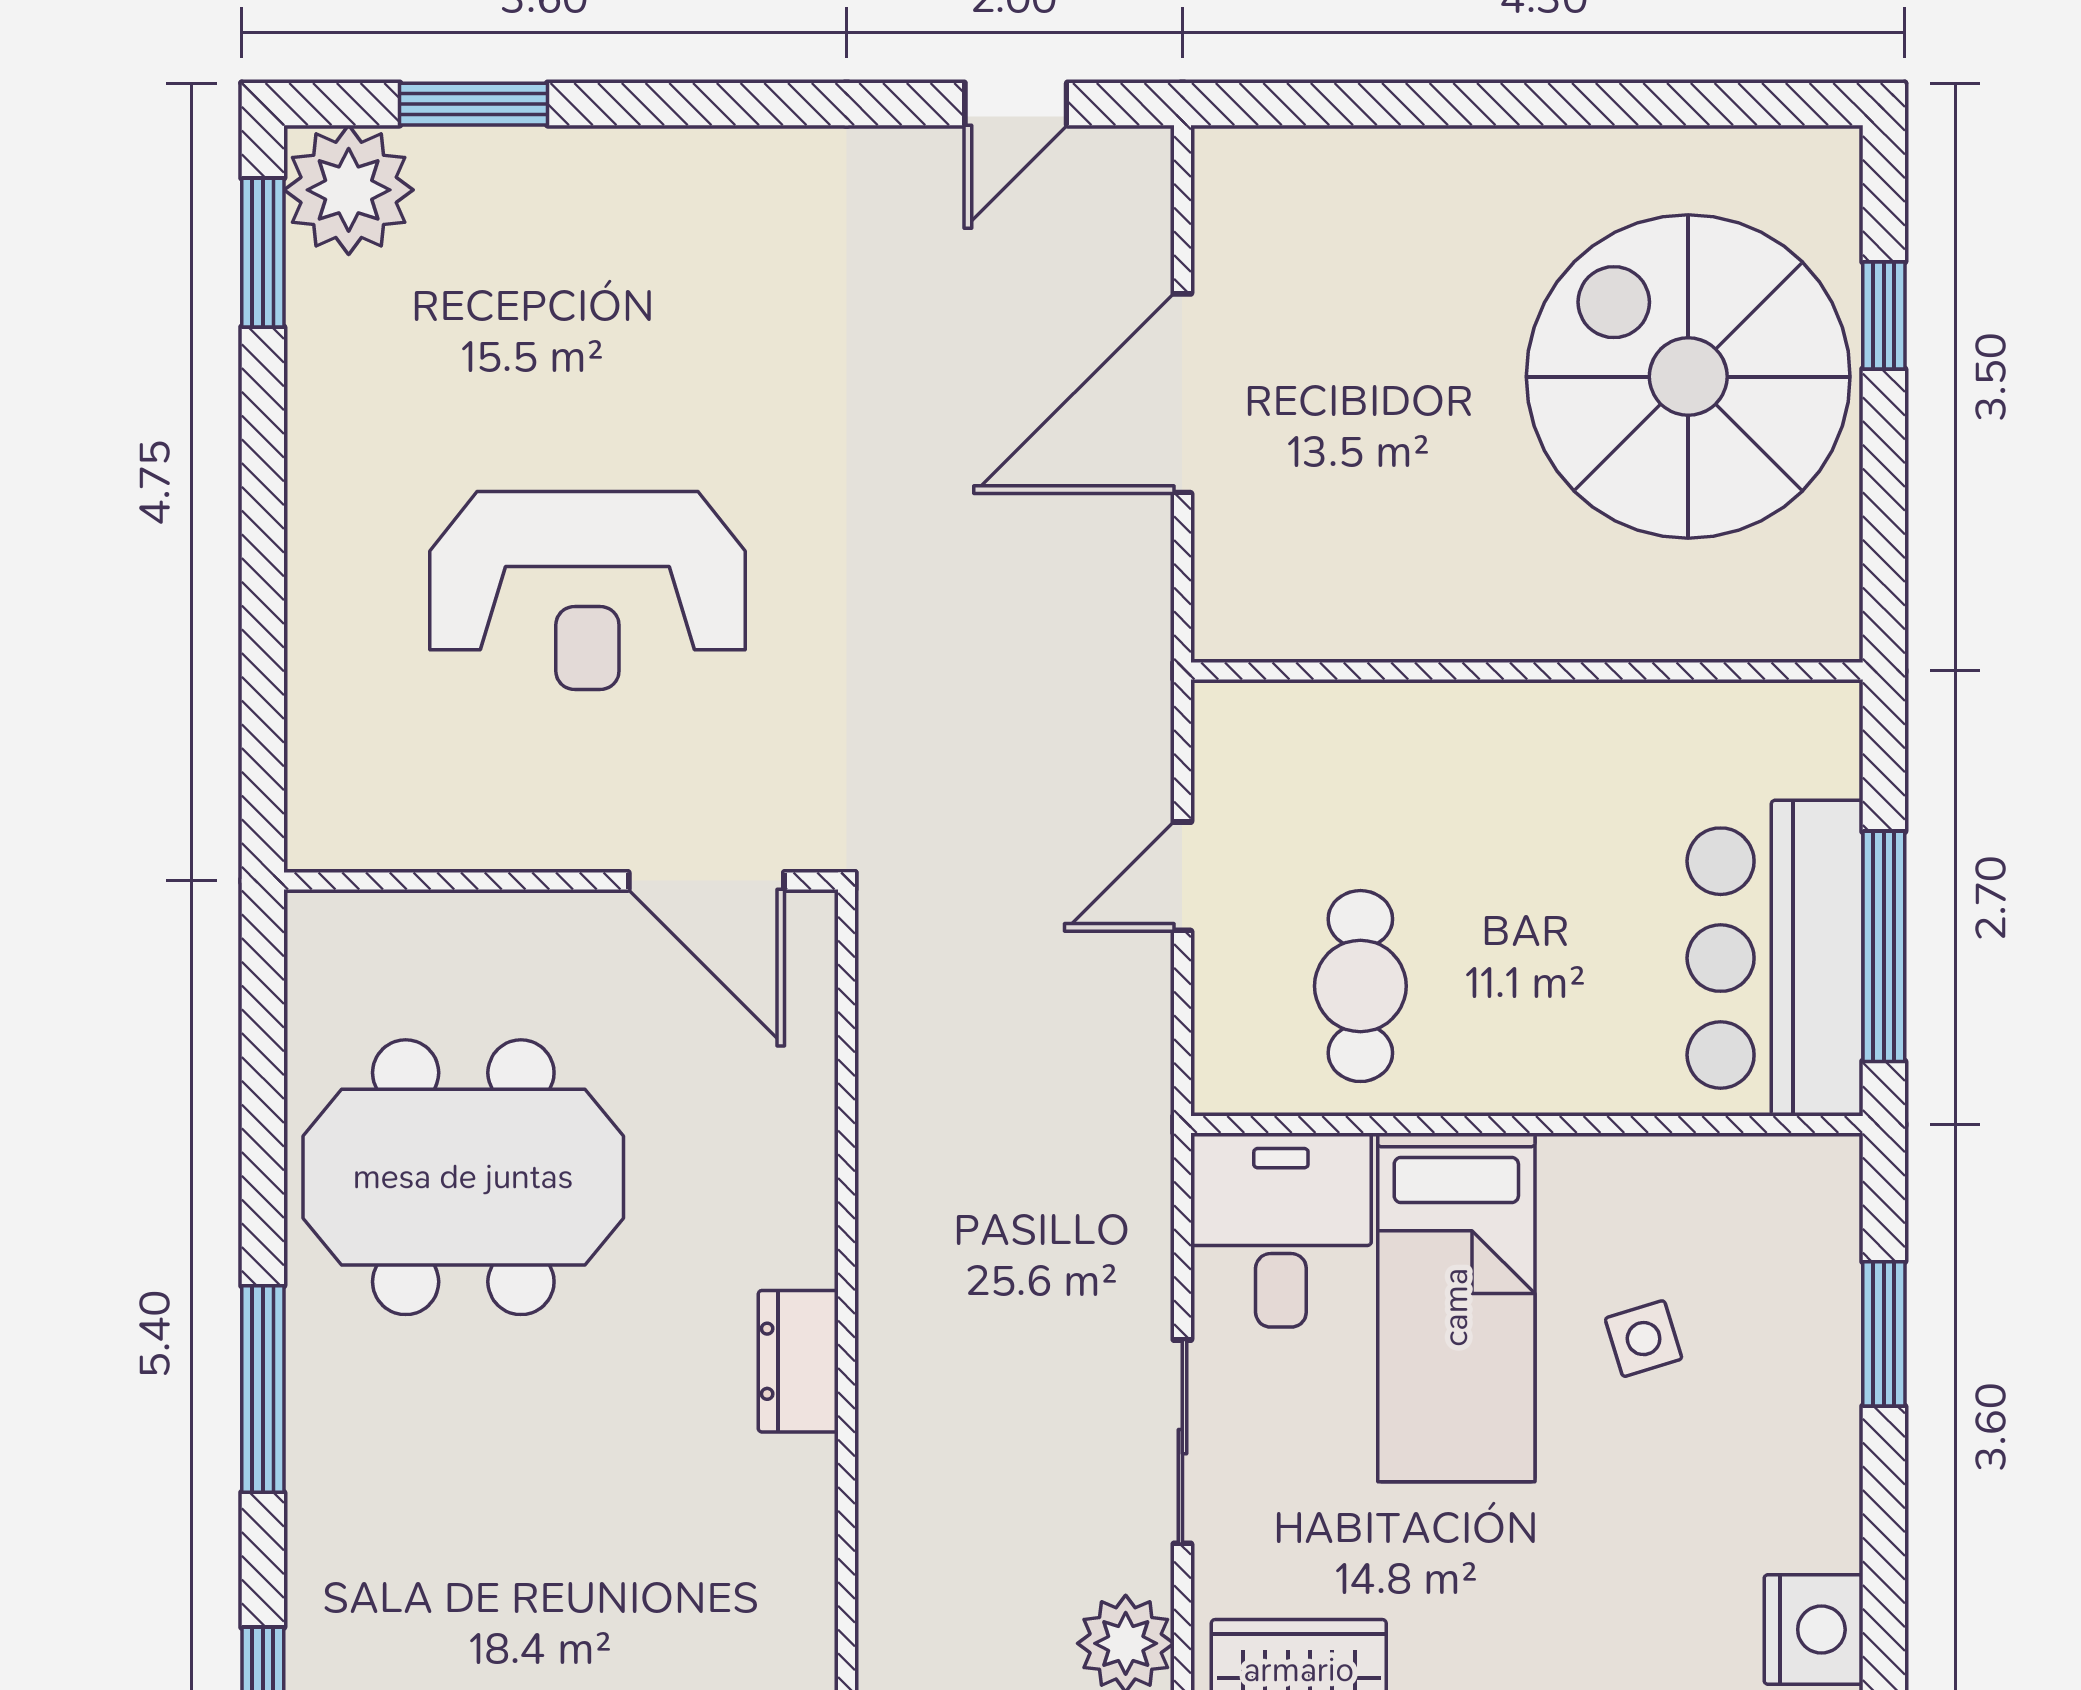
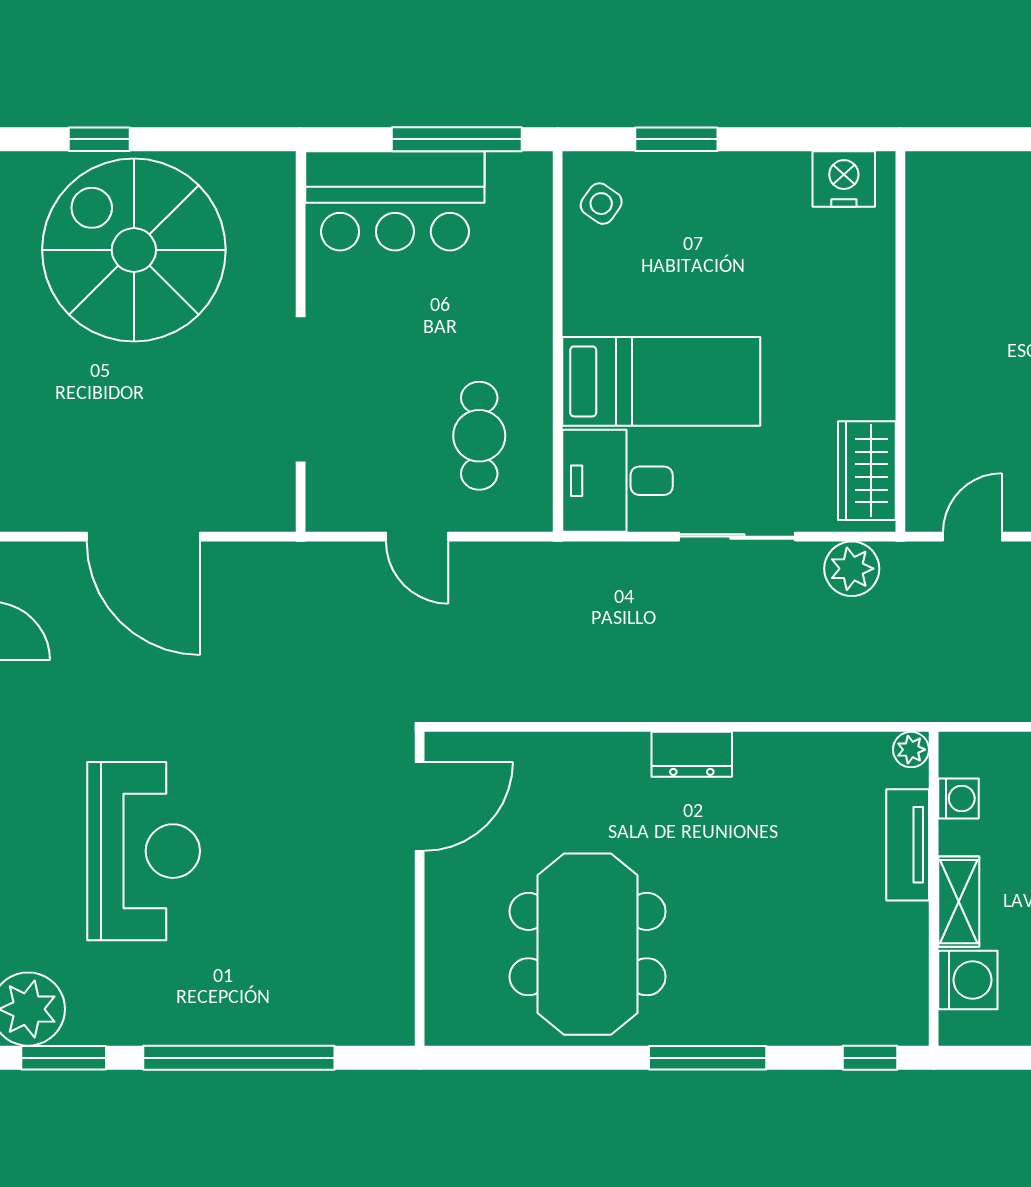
spiral stairs: (1688, 377) -> (134, 250), turned 90
window: (263, 562) -> (239, 1058), added
reception desk: (587, 590) -> (144, 851), moved
doorway: (1442, 671) -> (301, 389), added
bar counter: (1775, 958) -> (395, 201), moved
cafe table: (1360, 986) -> (479, 436), turned 90
side table: (1644, 1339) -> (601, 204), moved, turned -38

